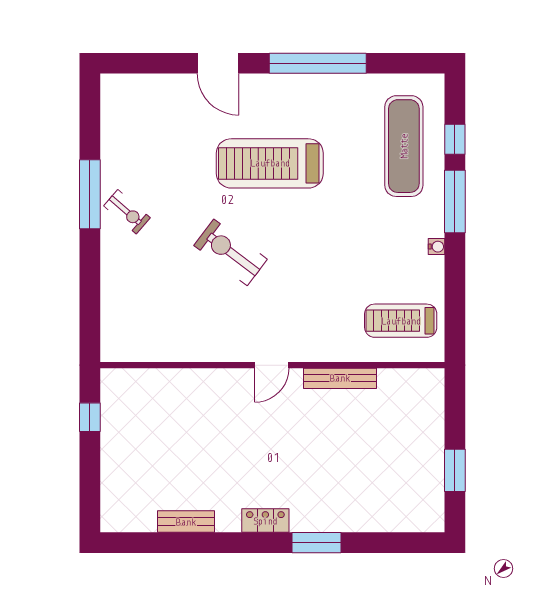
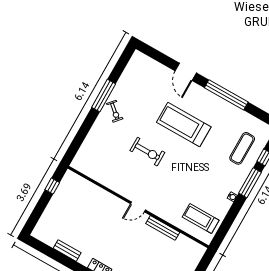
exercise mat: (404, 146) -> (242, 148), width x0.73, depth x0.69
exercise bike: (231, 252) -> (147, 152), turned 143

